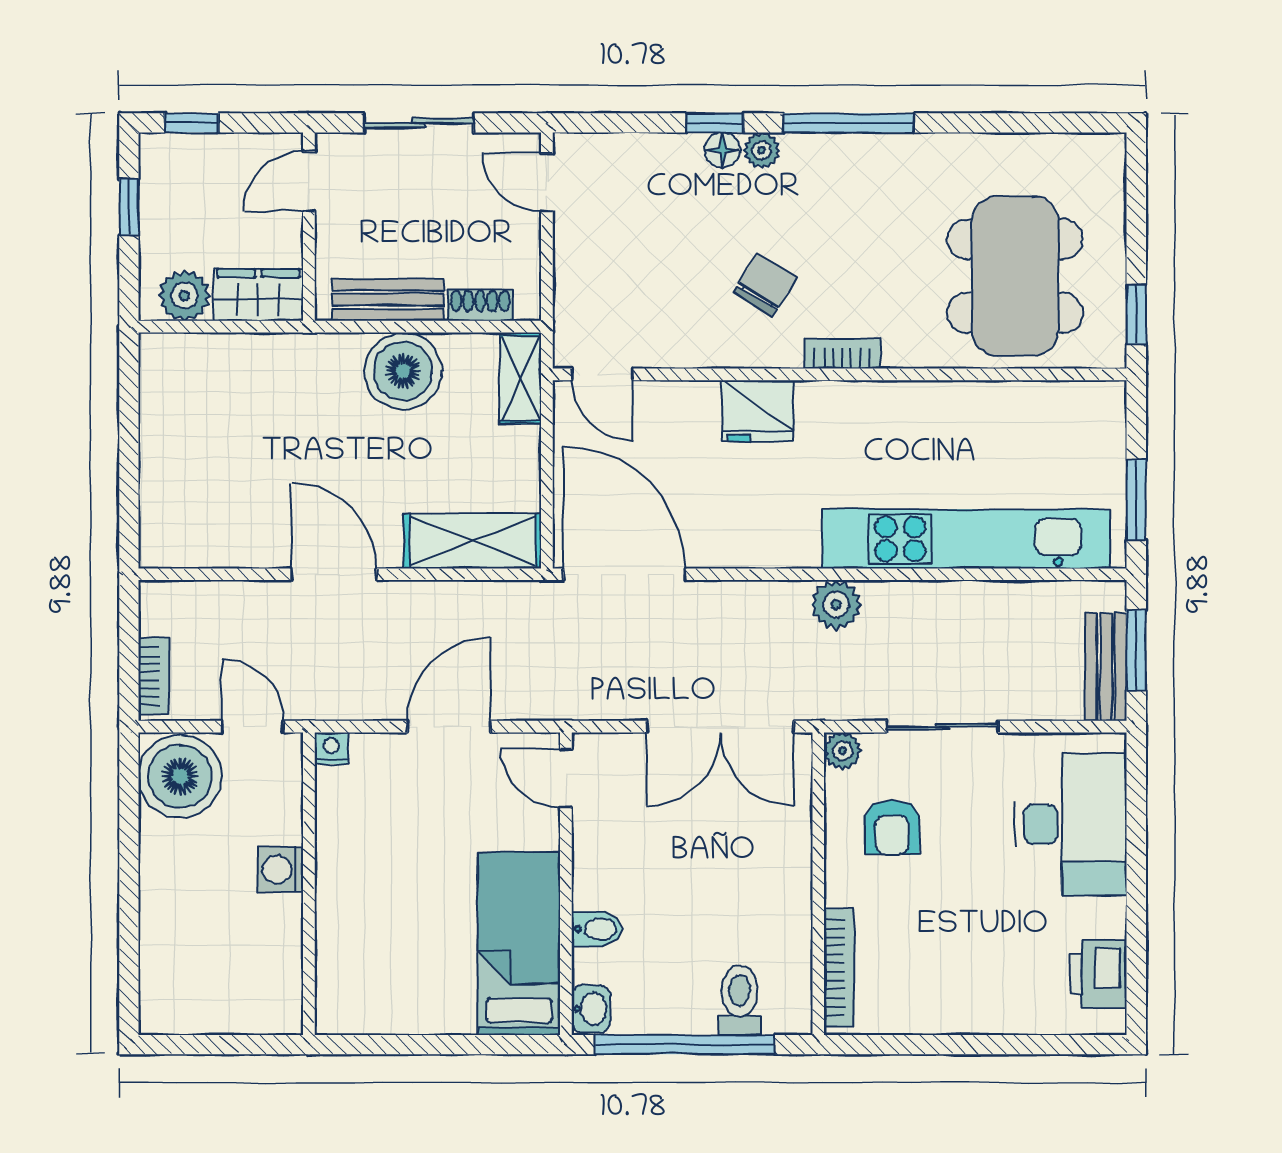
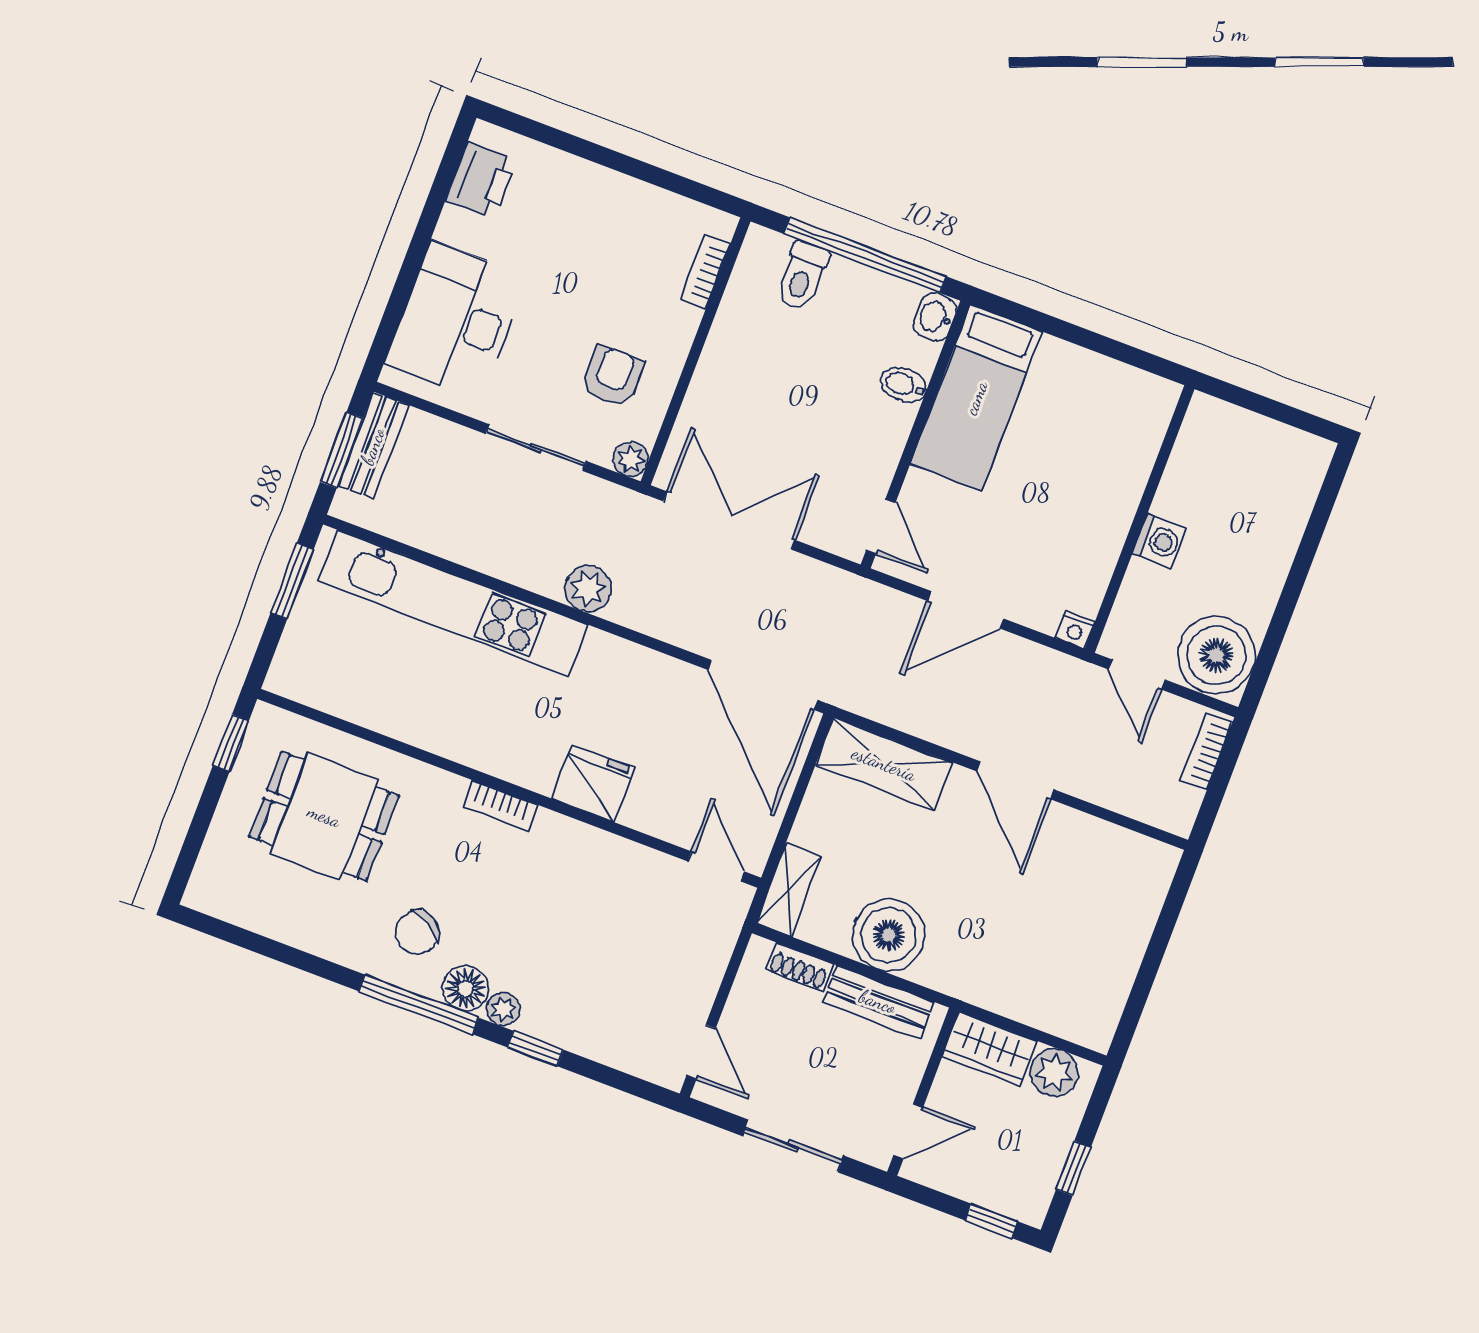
floor lamp: (722, 150) -> (465, 988), moved, width x1.37, depth x1.37
dining table: (1015, 276) -> (324, 816), width x0.73
chair: (765, 285) -> (417, 932), moved
bookcase: (839, 967) -> (705, 272), width x0.64

